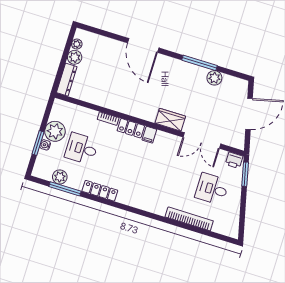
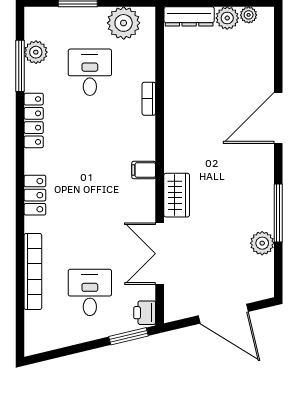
locker: (131, 128) -> (35, 195), moved, turned 180
plant: (55, 131) -> (124, 23), moved
water cooler: (45, 145) -> (78, 14), removed

